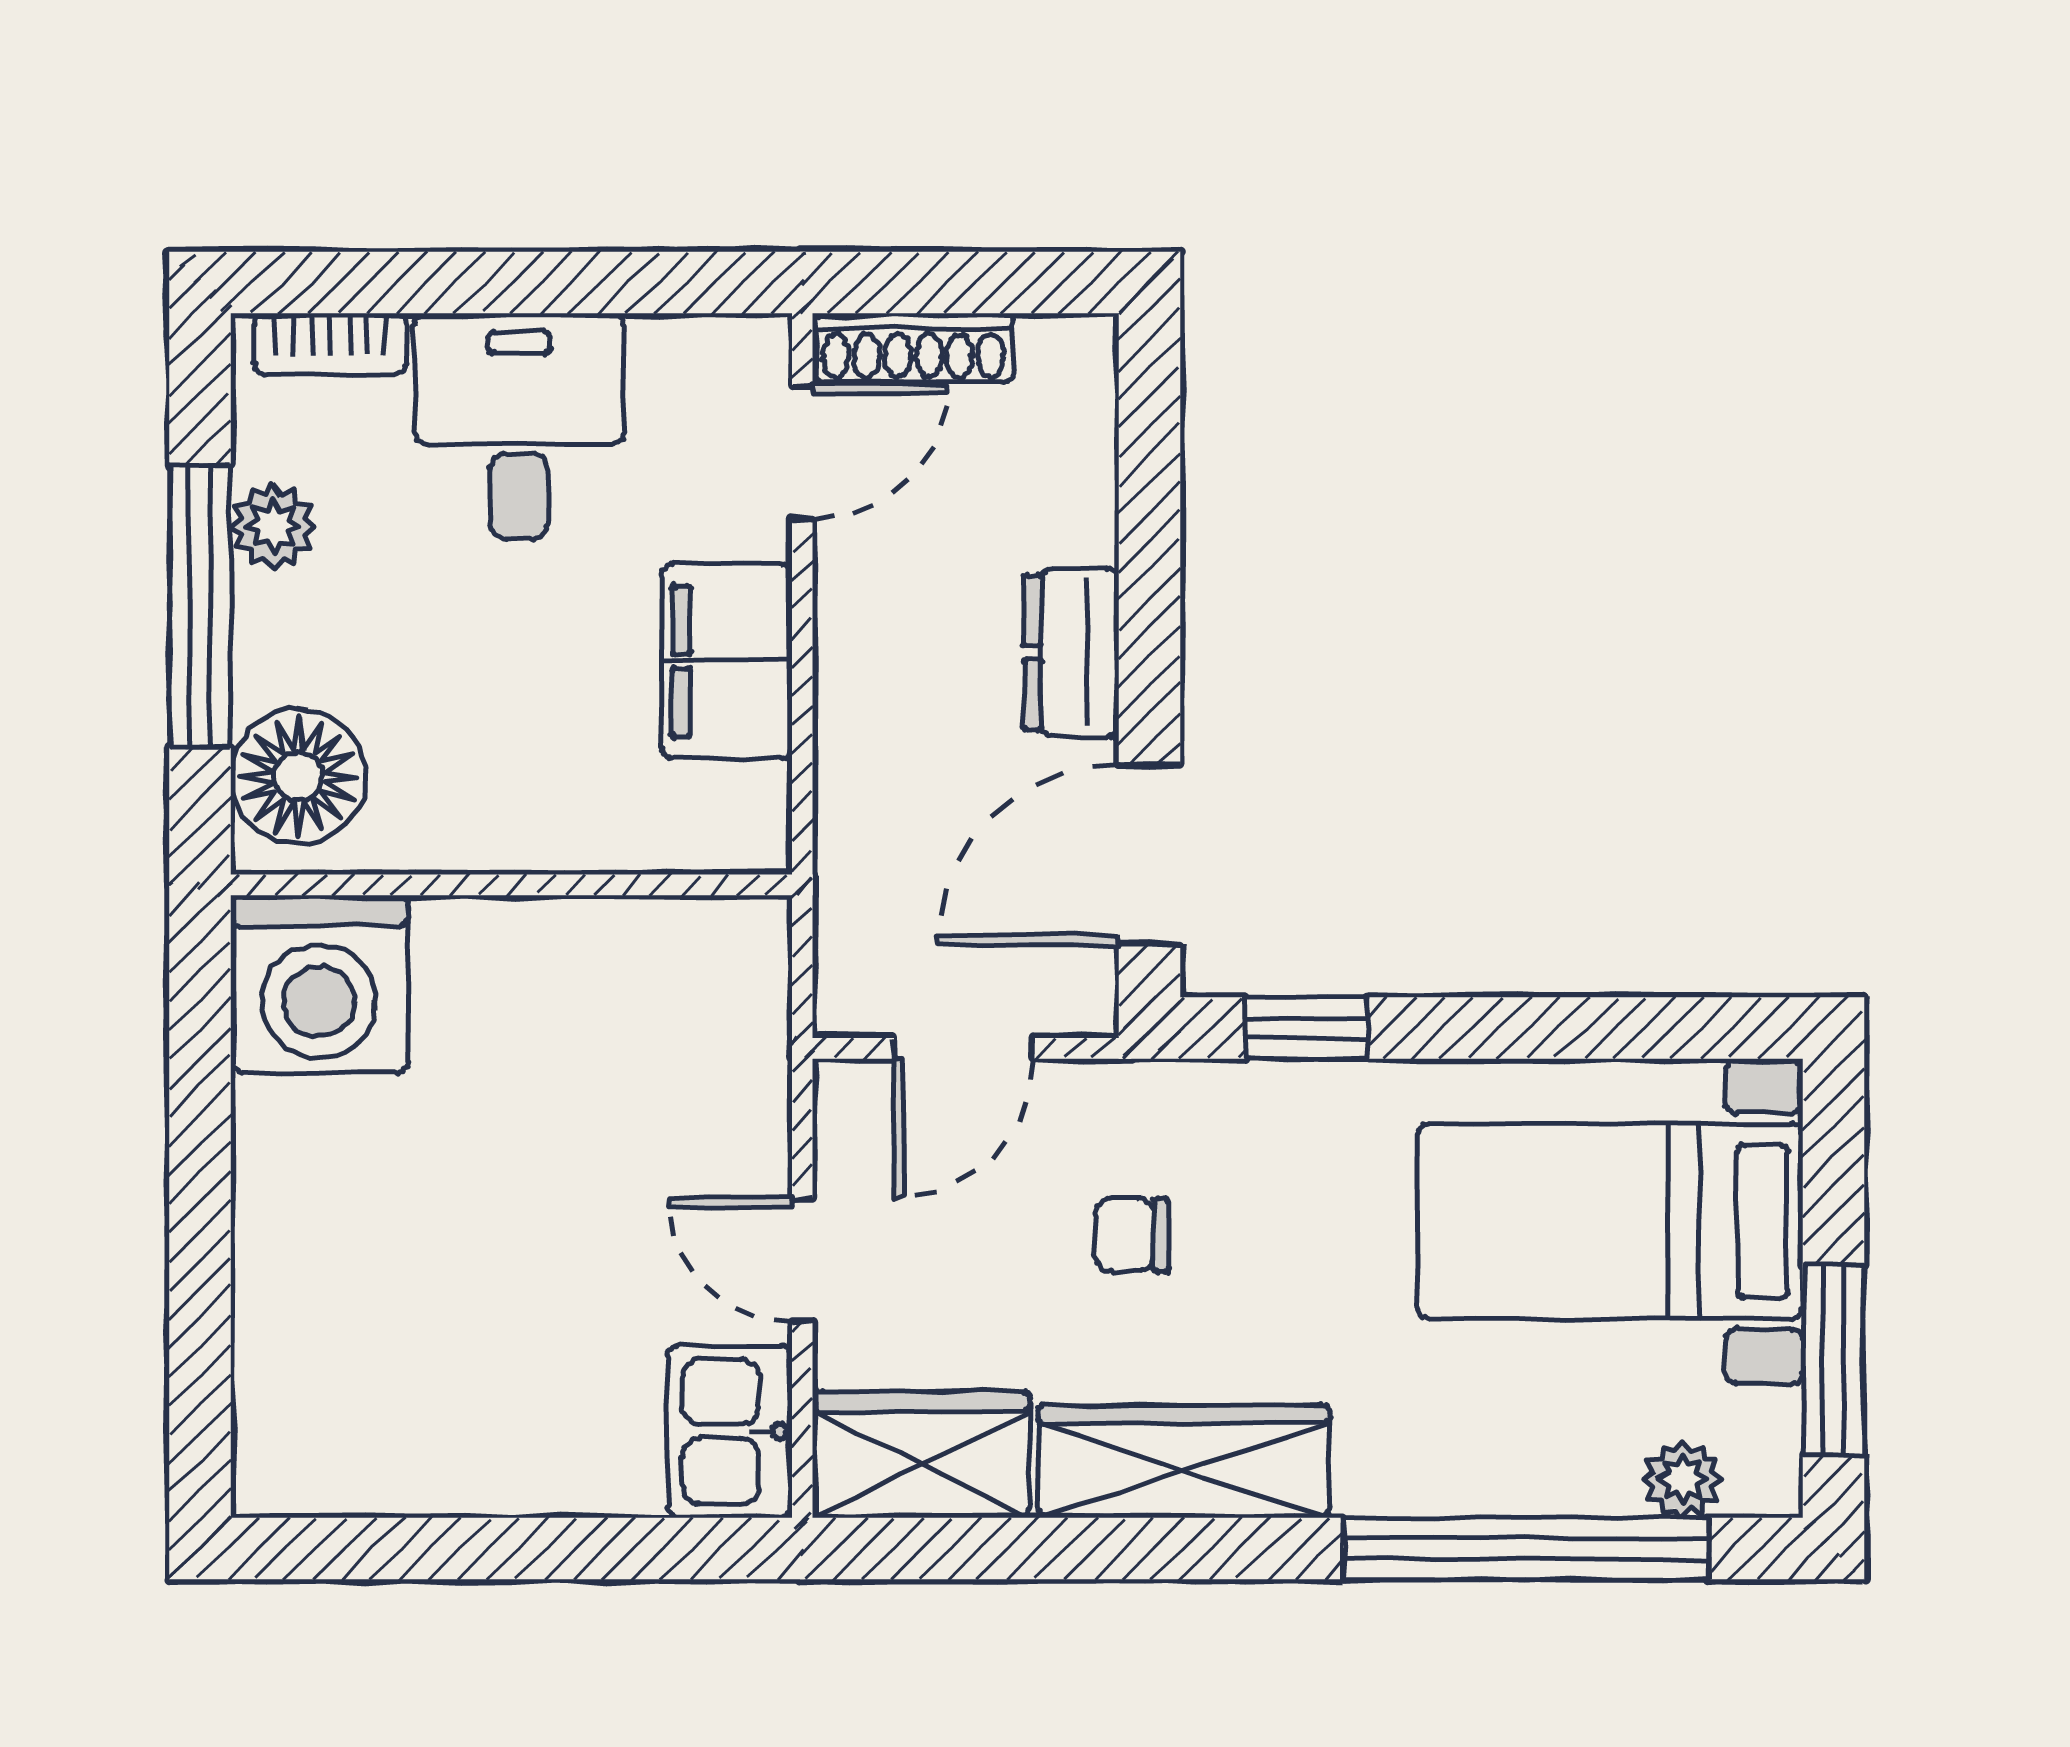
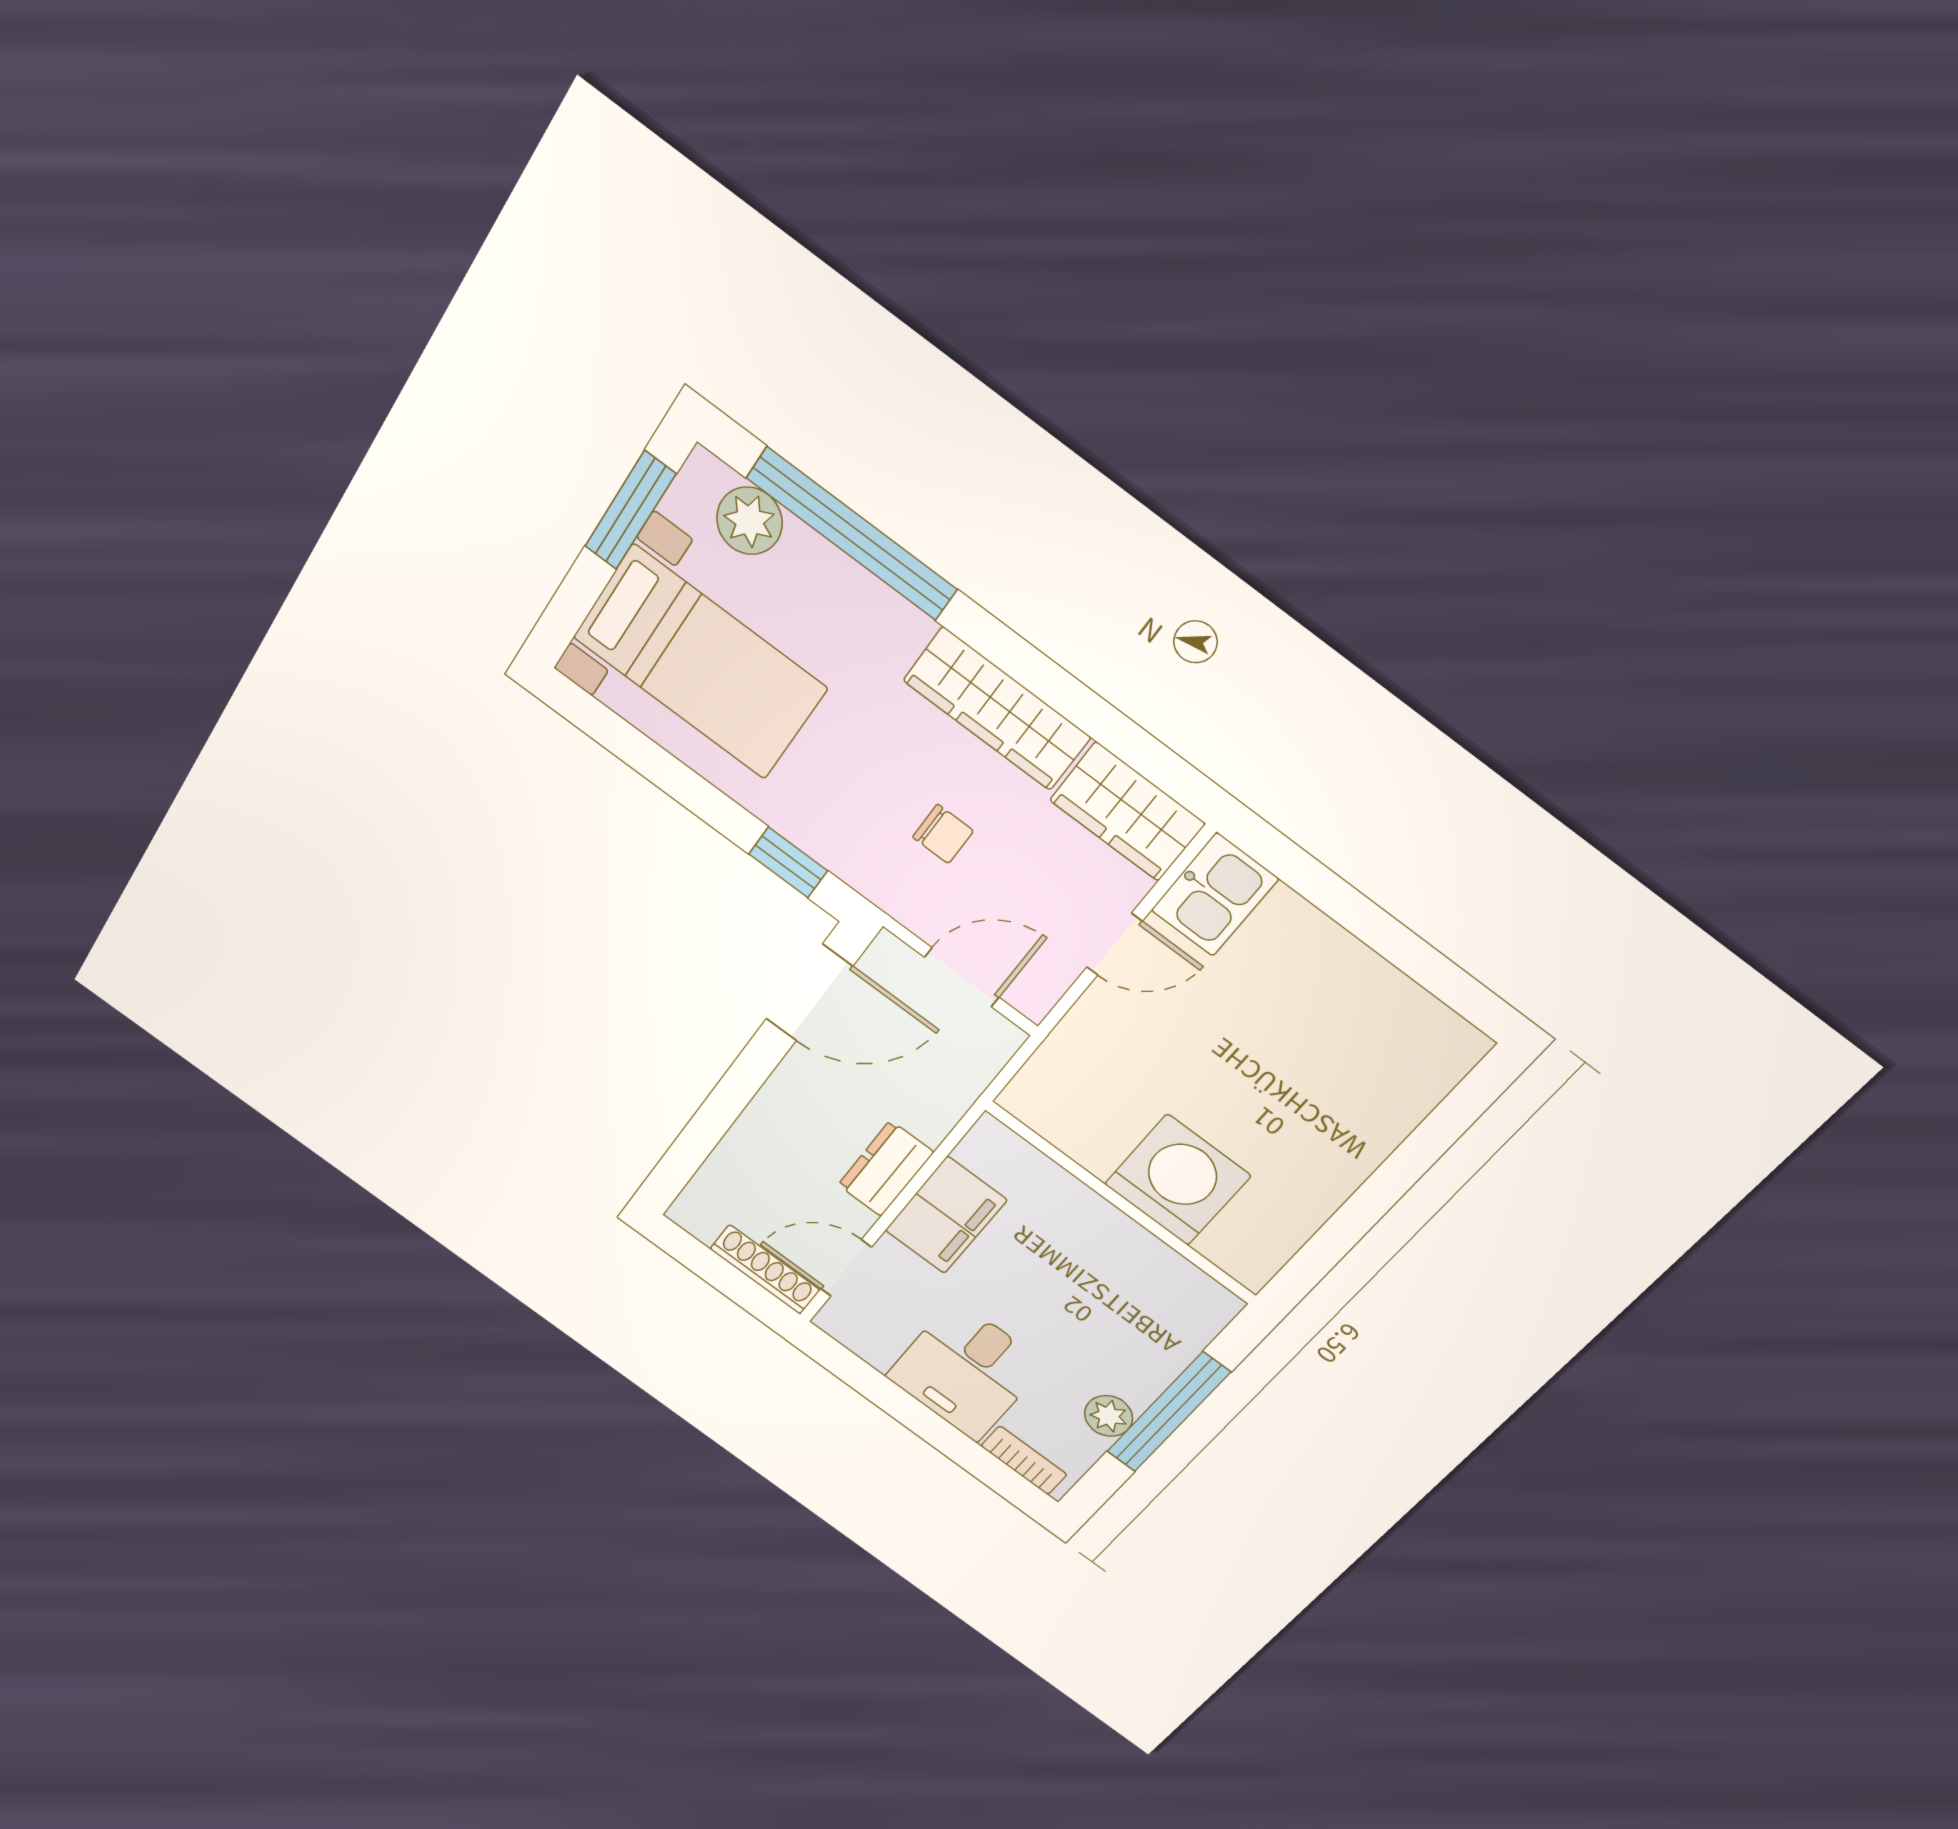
dresser: (1071, 652) -> (886, 1169), moved, turned 180
floor lamp: (298, 777) -> (1182, 1317), removed
washing machine: (319, 984) -> (1177, 1180), moved
door: (802, 1260) -> (1114, 944), hinge flipped
plant: (1683, 1479) -> (749, 521), width x1.38, depth x1.38

